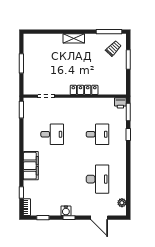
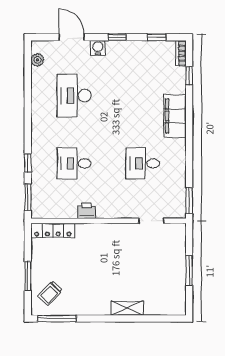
shelving: (74, 38) -> (127, 308), moved
locker: (84, 90) -> (53, 230), moved
printer: (120, 103) -> (87, 211), moved
water cooler: (66, 211) -> (98, 48), moved

